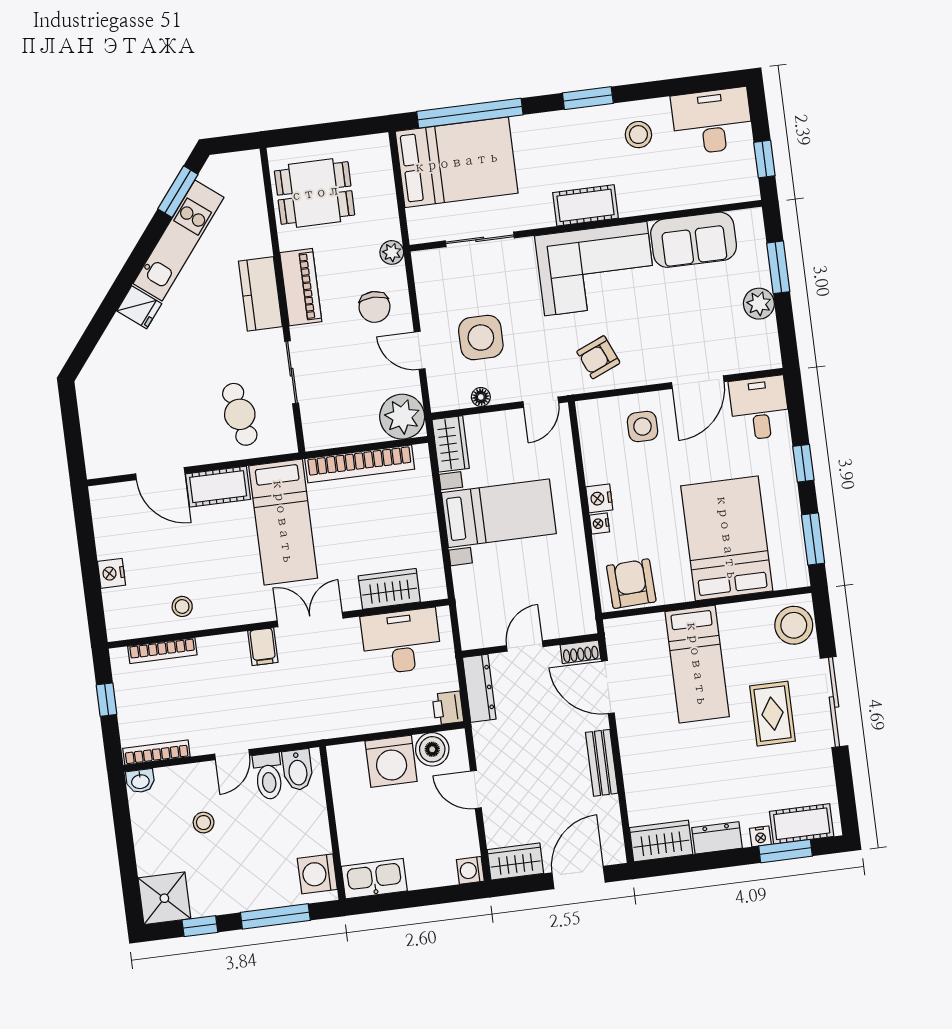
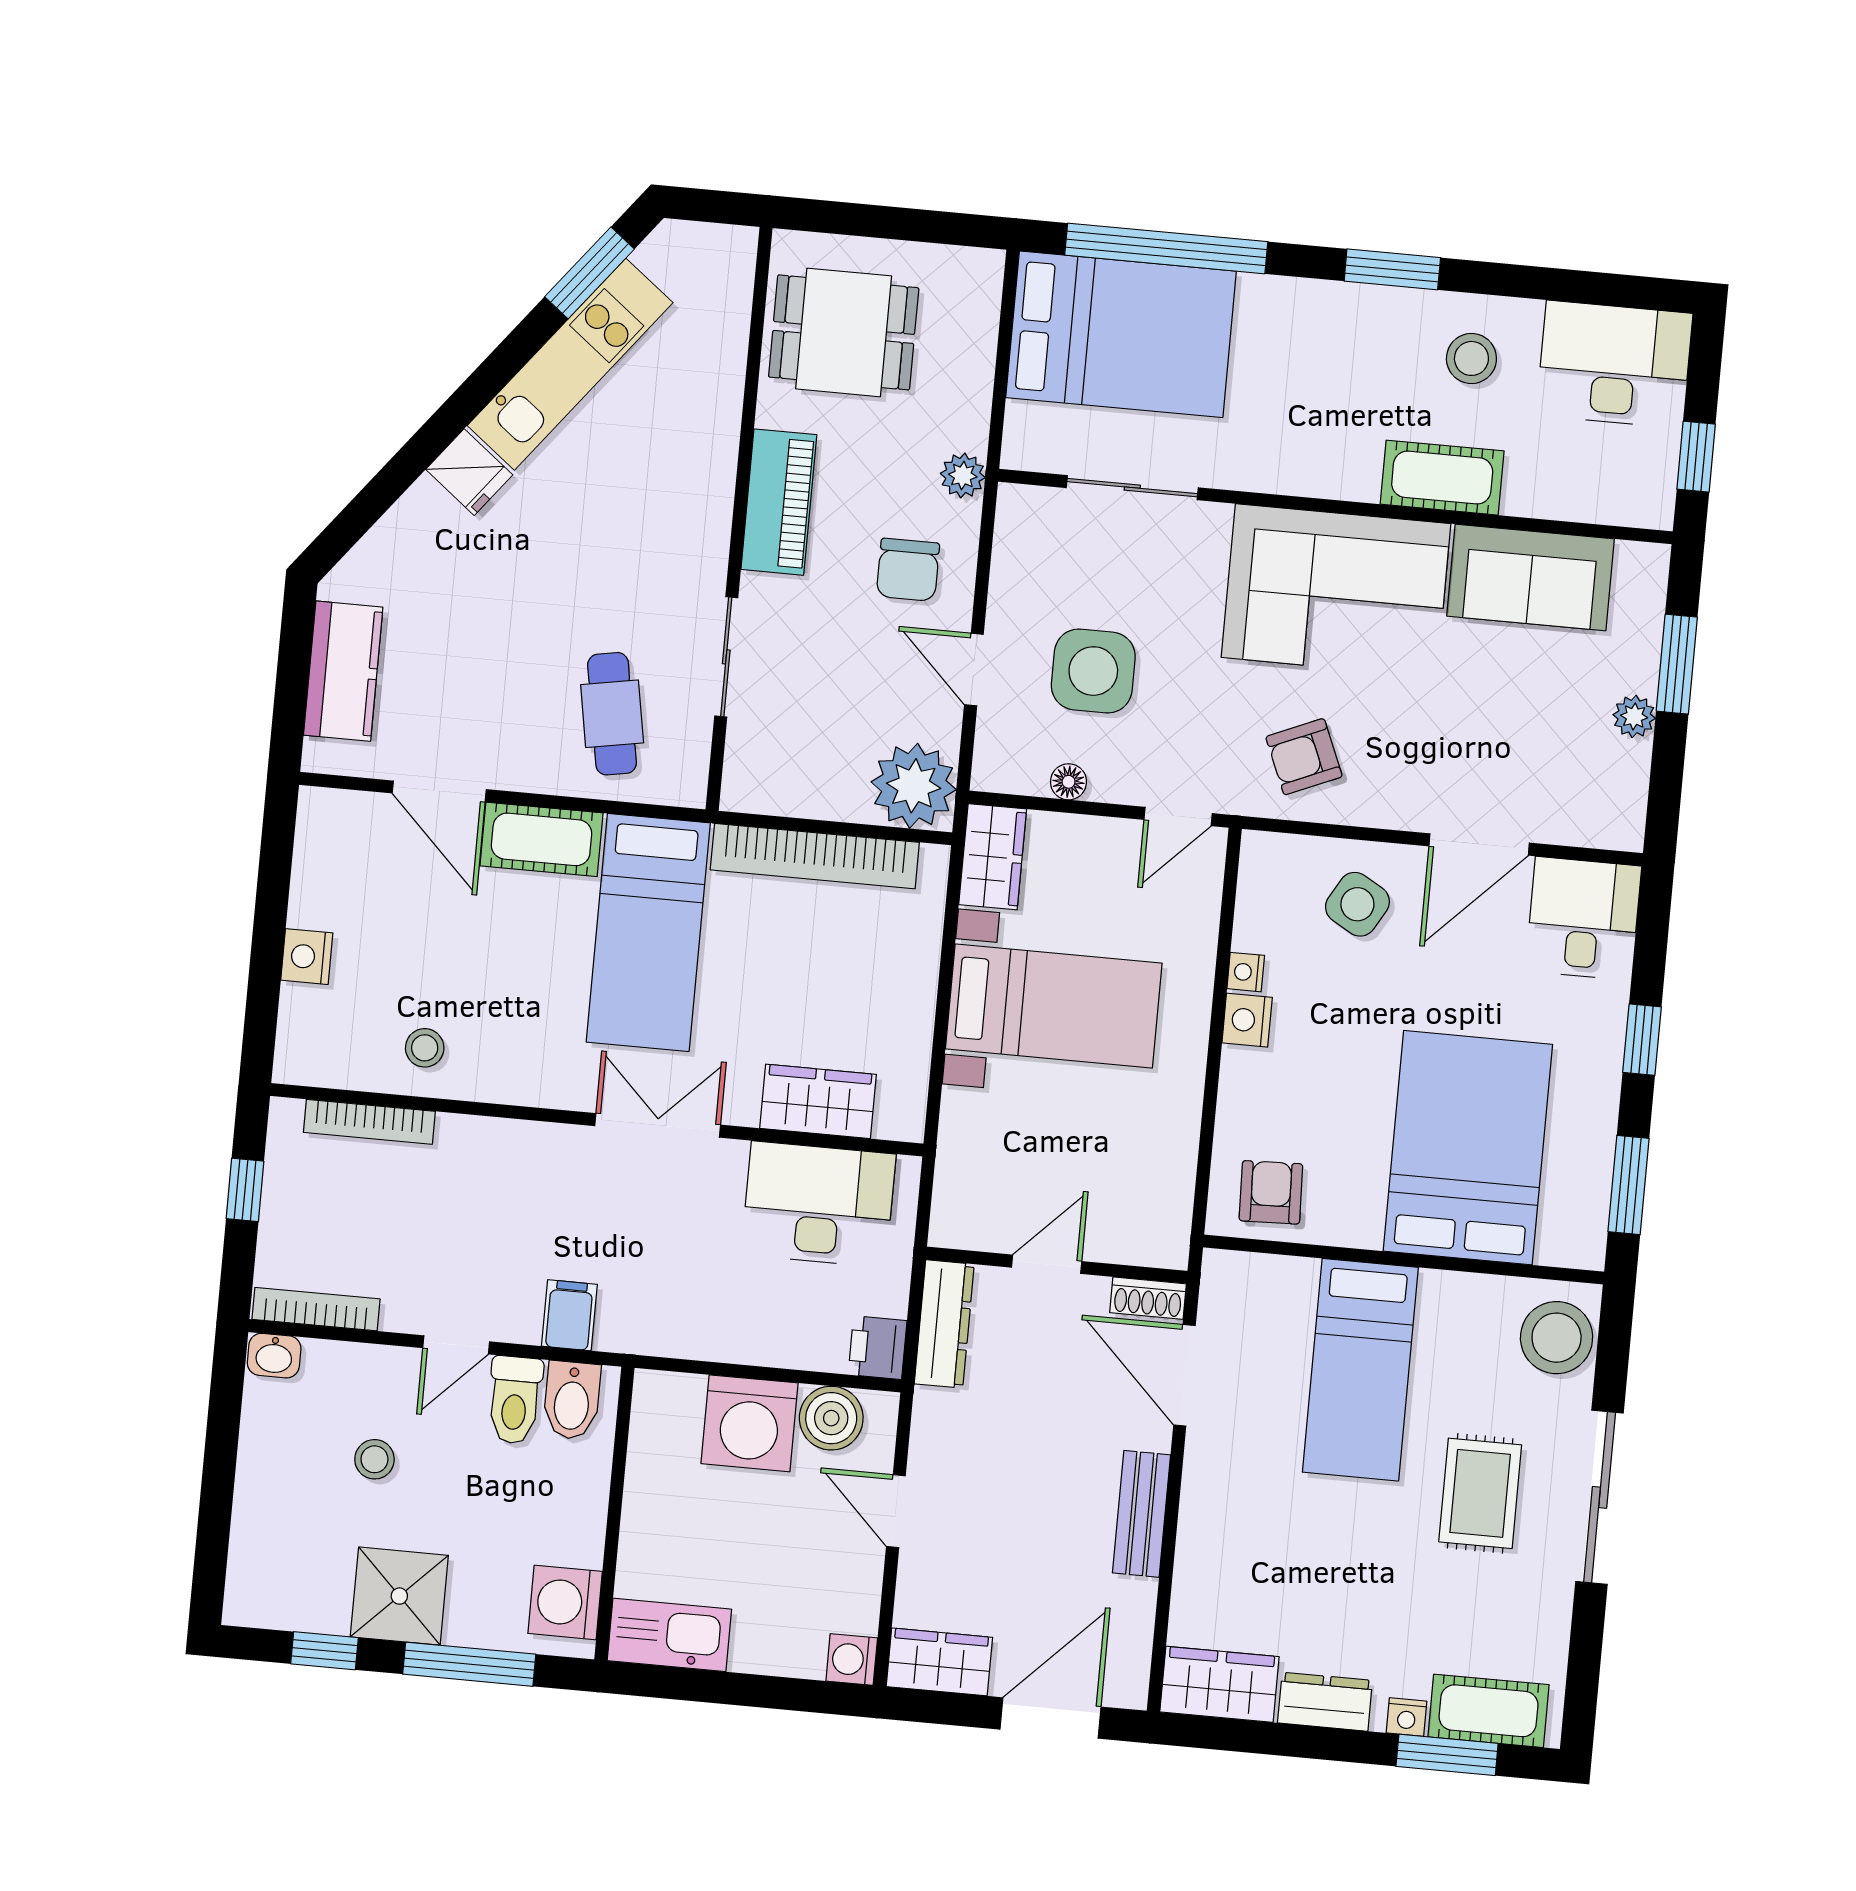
cot: (586, 205) -> (1442, 478), moved
kitchen counter: (260, 294) -> (343, 671), moved, turned 180
plant: (759, 304) -> (1634, 716), width x0.73, depth x0.73
side table: (642, 427) -> (1357, 904), turned 30
nightstand: (599, 523) -> (1246, 972), moved
armchair: (631, 584) -> (1271, 1192), width x0.72, depth x0.72
filing cabinet: (263, 647) -> (569, 1315), moved, turned 180
shower: (164, 898) -> (399, 1596), moved

